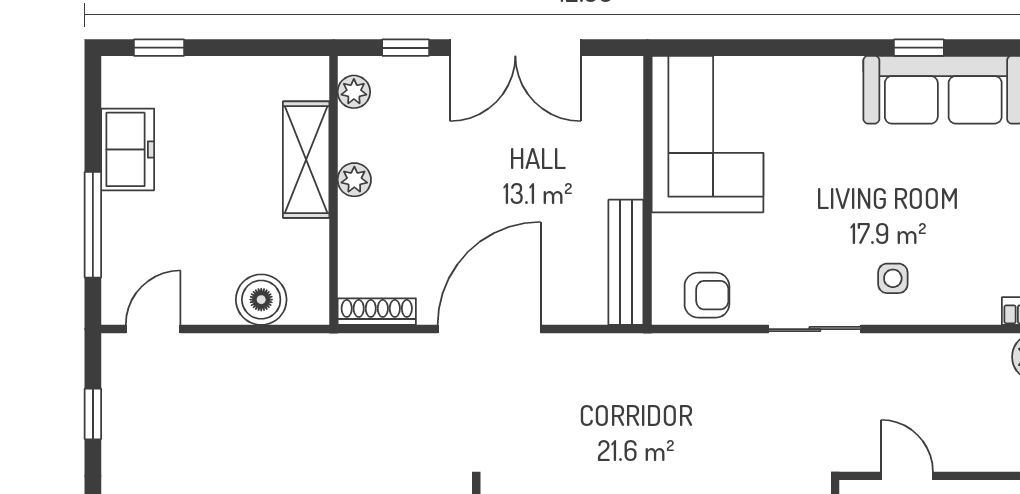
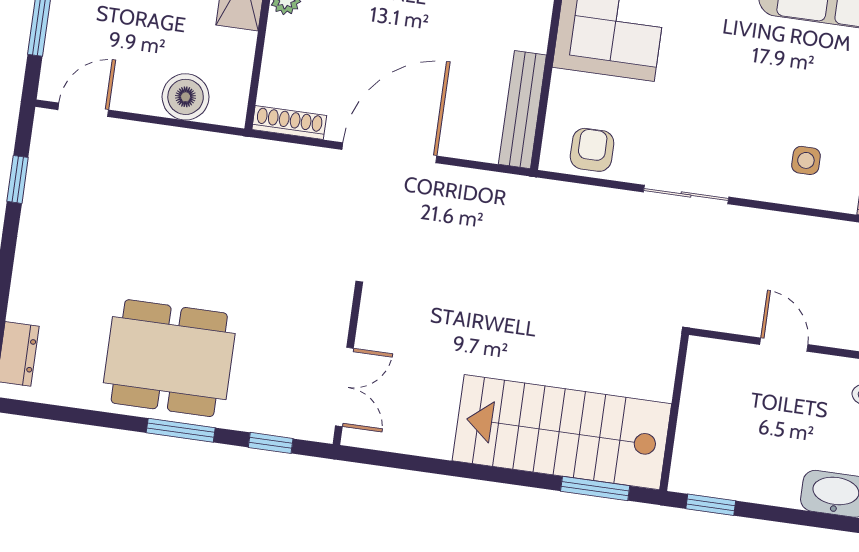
side table: (893, 278) -> (806, 160), moved
armchair: (707, 295) -> (592, 150), turned -90
door: (907, 476) -> (784, 345), moved

